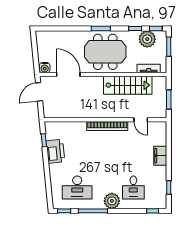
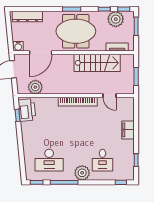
dresser: (54, 36) -> (27, 17), added
door: (68, 74) -> (41, 53), swing flipped
plant: (63, 111) -> (35, 87), added
printer: (55, 151) -> (27, 110), moved

